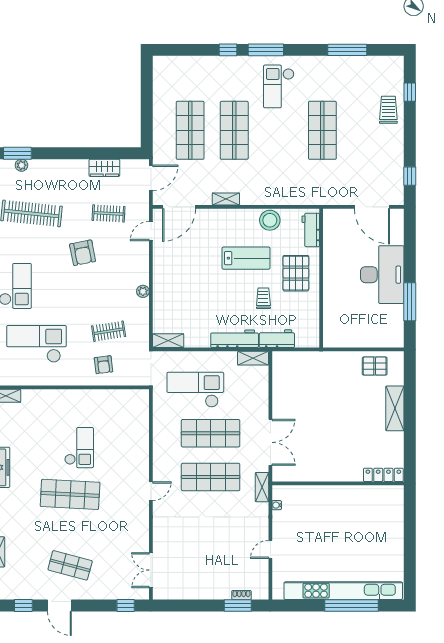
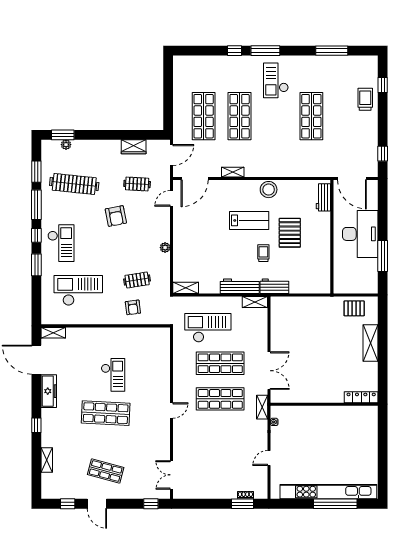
workbench: (311, 230) -> (323, 197), moved
wall: (321, 278) -> (332, 237), moved

